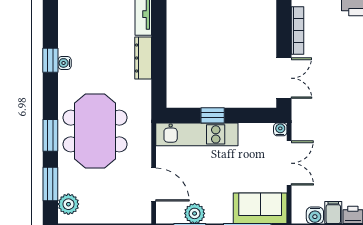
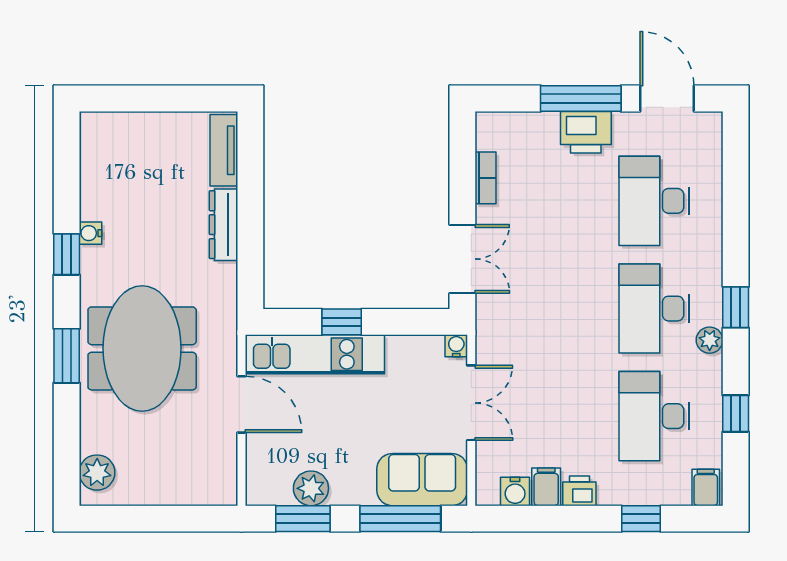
bookcase: (297, 30) -> (485, 178), width x0.64
window: (50, 60) -> (67, 254), moved
window: (50, 184) -> (67, 438), removed
door: (154, 185) -> (241, 404), moved

